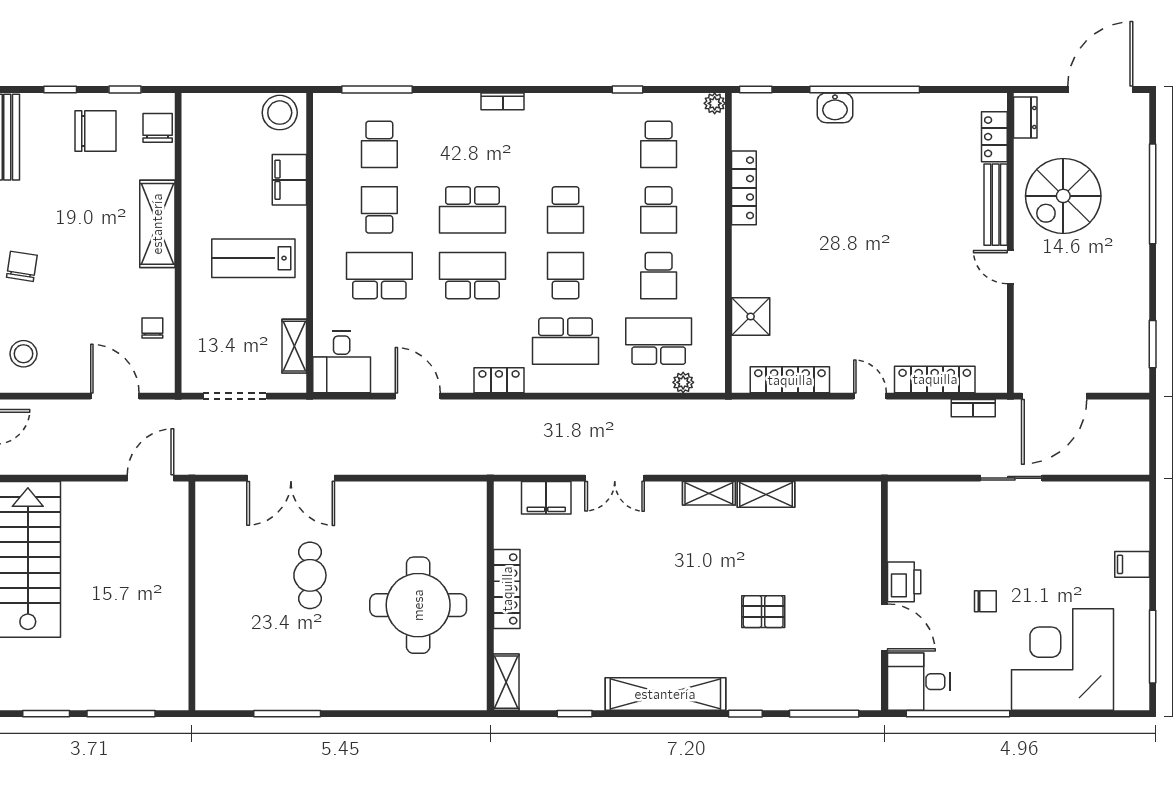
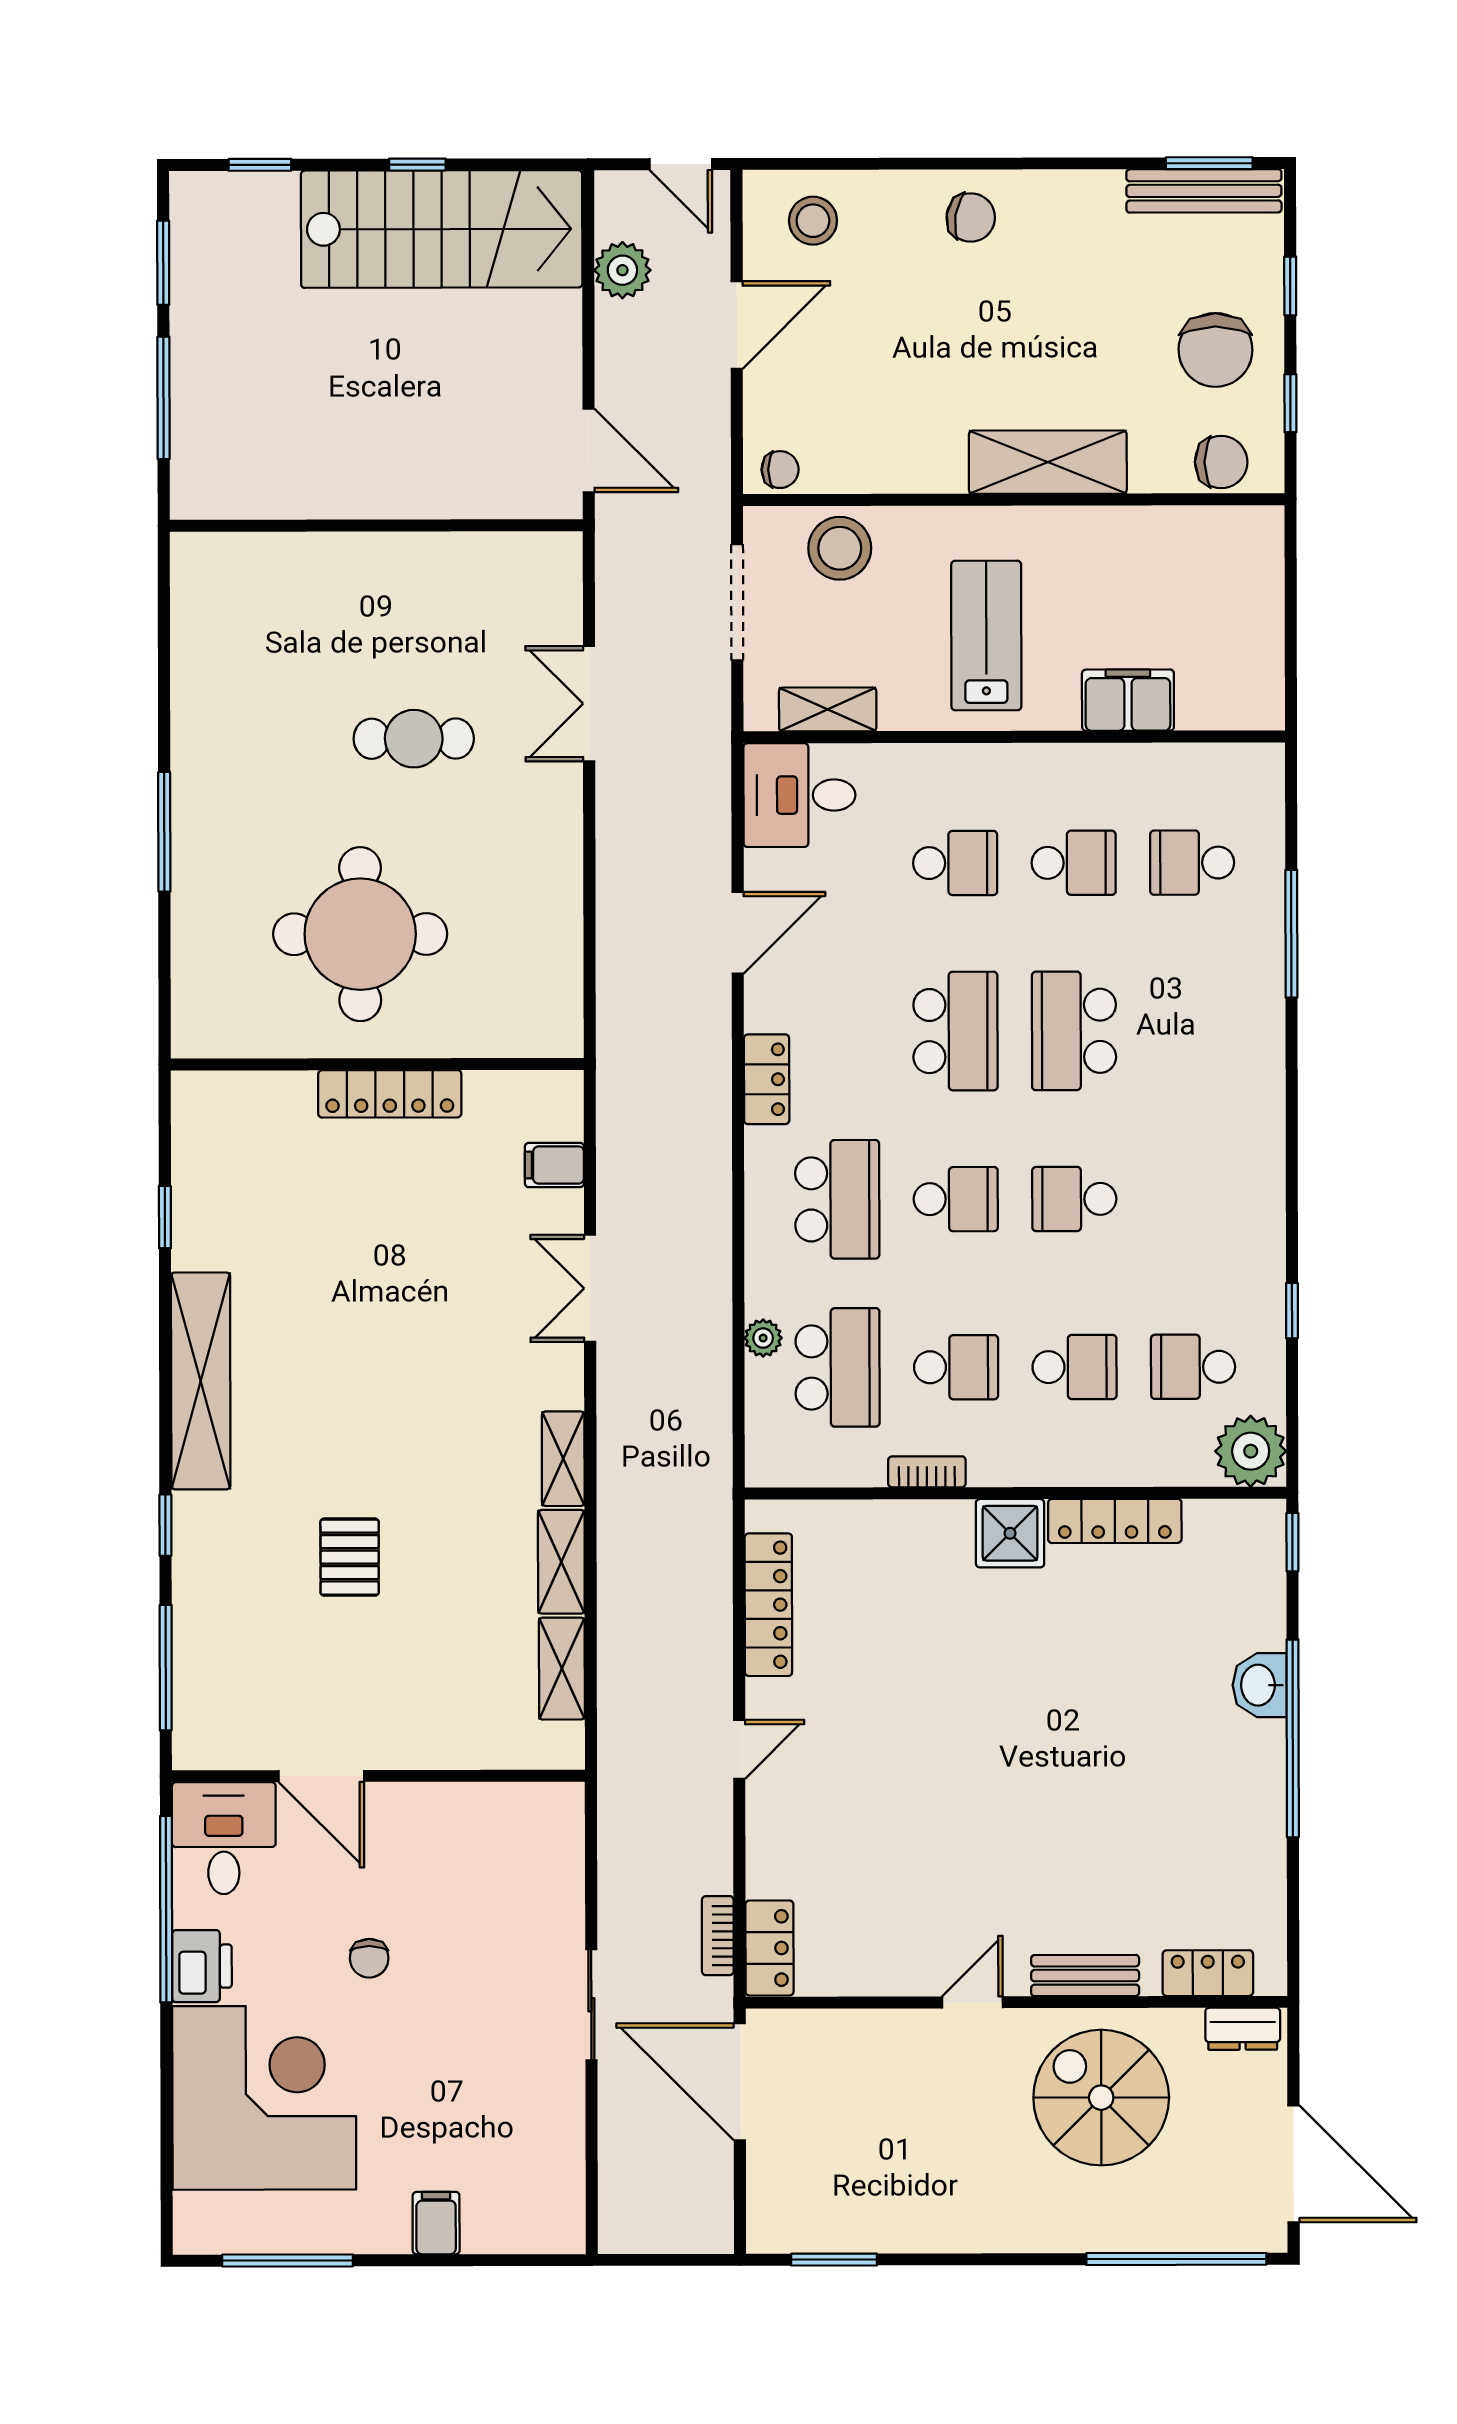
window: (377, 89) -> (1291, 934), moved
bookcase: (503, 101) -> (927, 1472), moved, turned 90
plant: (715, 103) -> (1251, 1451), width x1.88, depth x1.88
stool: (280, 113) -> (840, 548), moved
window: (1153, 194) -> (1176, 2259), moved
bench: (996, 205) -> (1085, 1976), width x0.73
school desk: (659, 210) -> (1075, 1367), turned 180
school desk: (379, 276) -> (955, 863), width x0.54
school desk: (659, 276) -> (956, 1367), turned 180
shower: (751, 317) -> (1010, 1533), moved
chair: (152, 328) -> (780, 470), moved
school desk: (566, 341) -> (837, 1199), turned 180
locker: (935, 379) -> (769, 1948), moved, width x0.66
plant: (683, 382) -> (763, 1338), moved
door: (115, 396) -> (737, 325), moved
plant: (51, 459) -> (622, 270), added
double door: (291, 478) -> (589, 704), width x0.73
filing cabinet: (546, 498) -> (554, 1165), width x0.50
printer: (904, 582) -> (202, 1966), moved, turned -90
door: (884, 628) -> (321, 1776), hinge flipped
shelving: (506, 682) -> (562, 1669), moved, turned 90
window: (287, 714) -> (164, 832), moved

